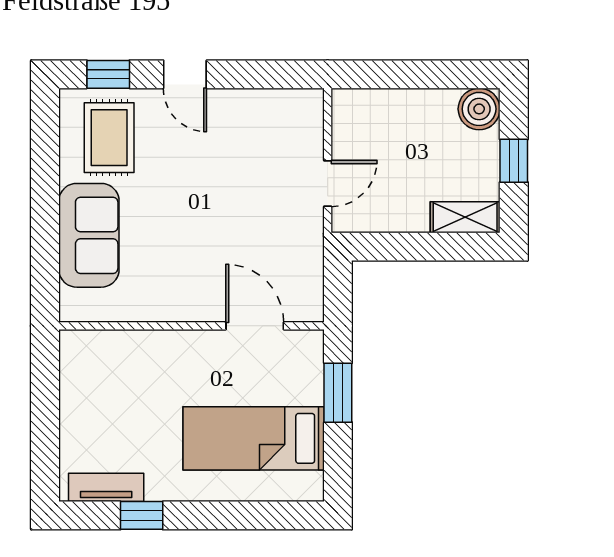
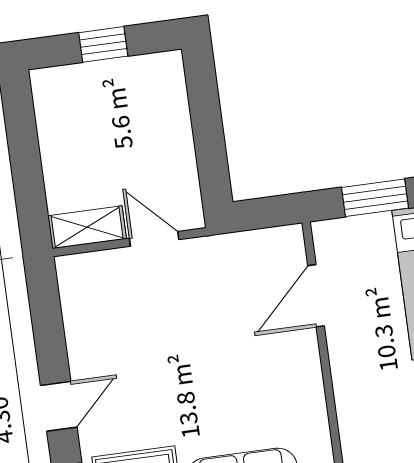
boiler: (479, 109) -> (53, 89), removed
shelving: (465, 217) -> (87, 227), moved, turned 90

